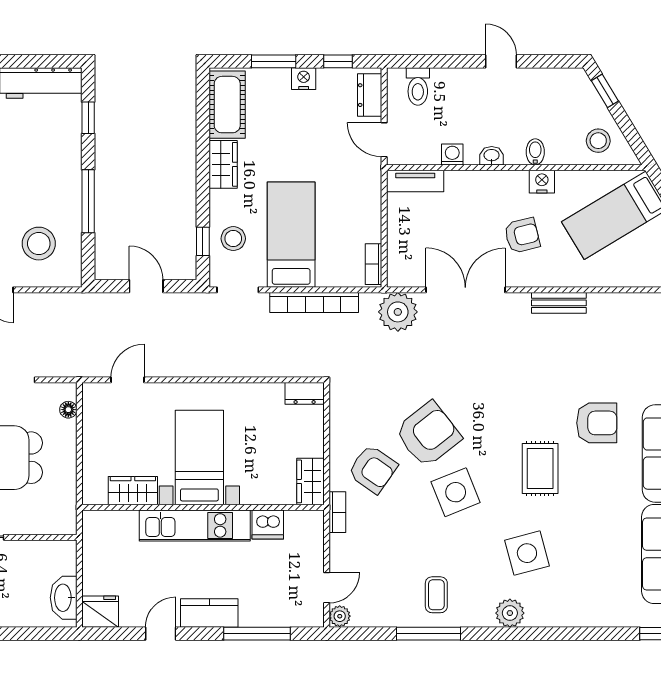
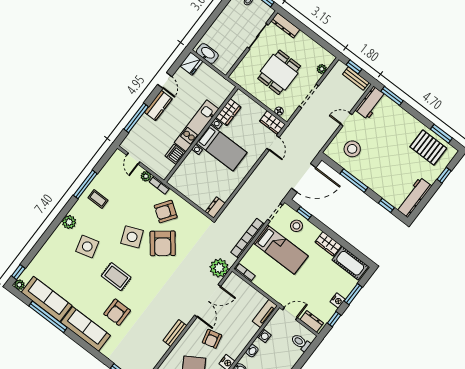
door: (146, 286) -> (304, 178), width x1.88
wardrobe: (311, 481) -> (272, 123), moved, turned 180
plant: (340, 616) -> (146, 176), moved

